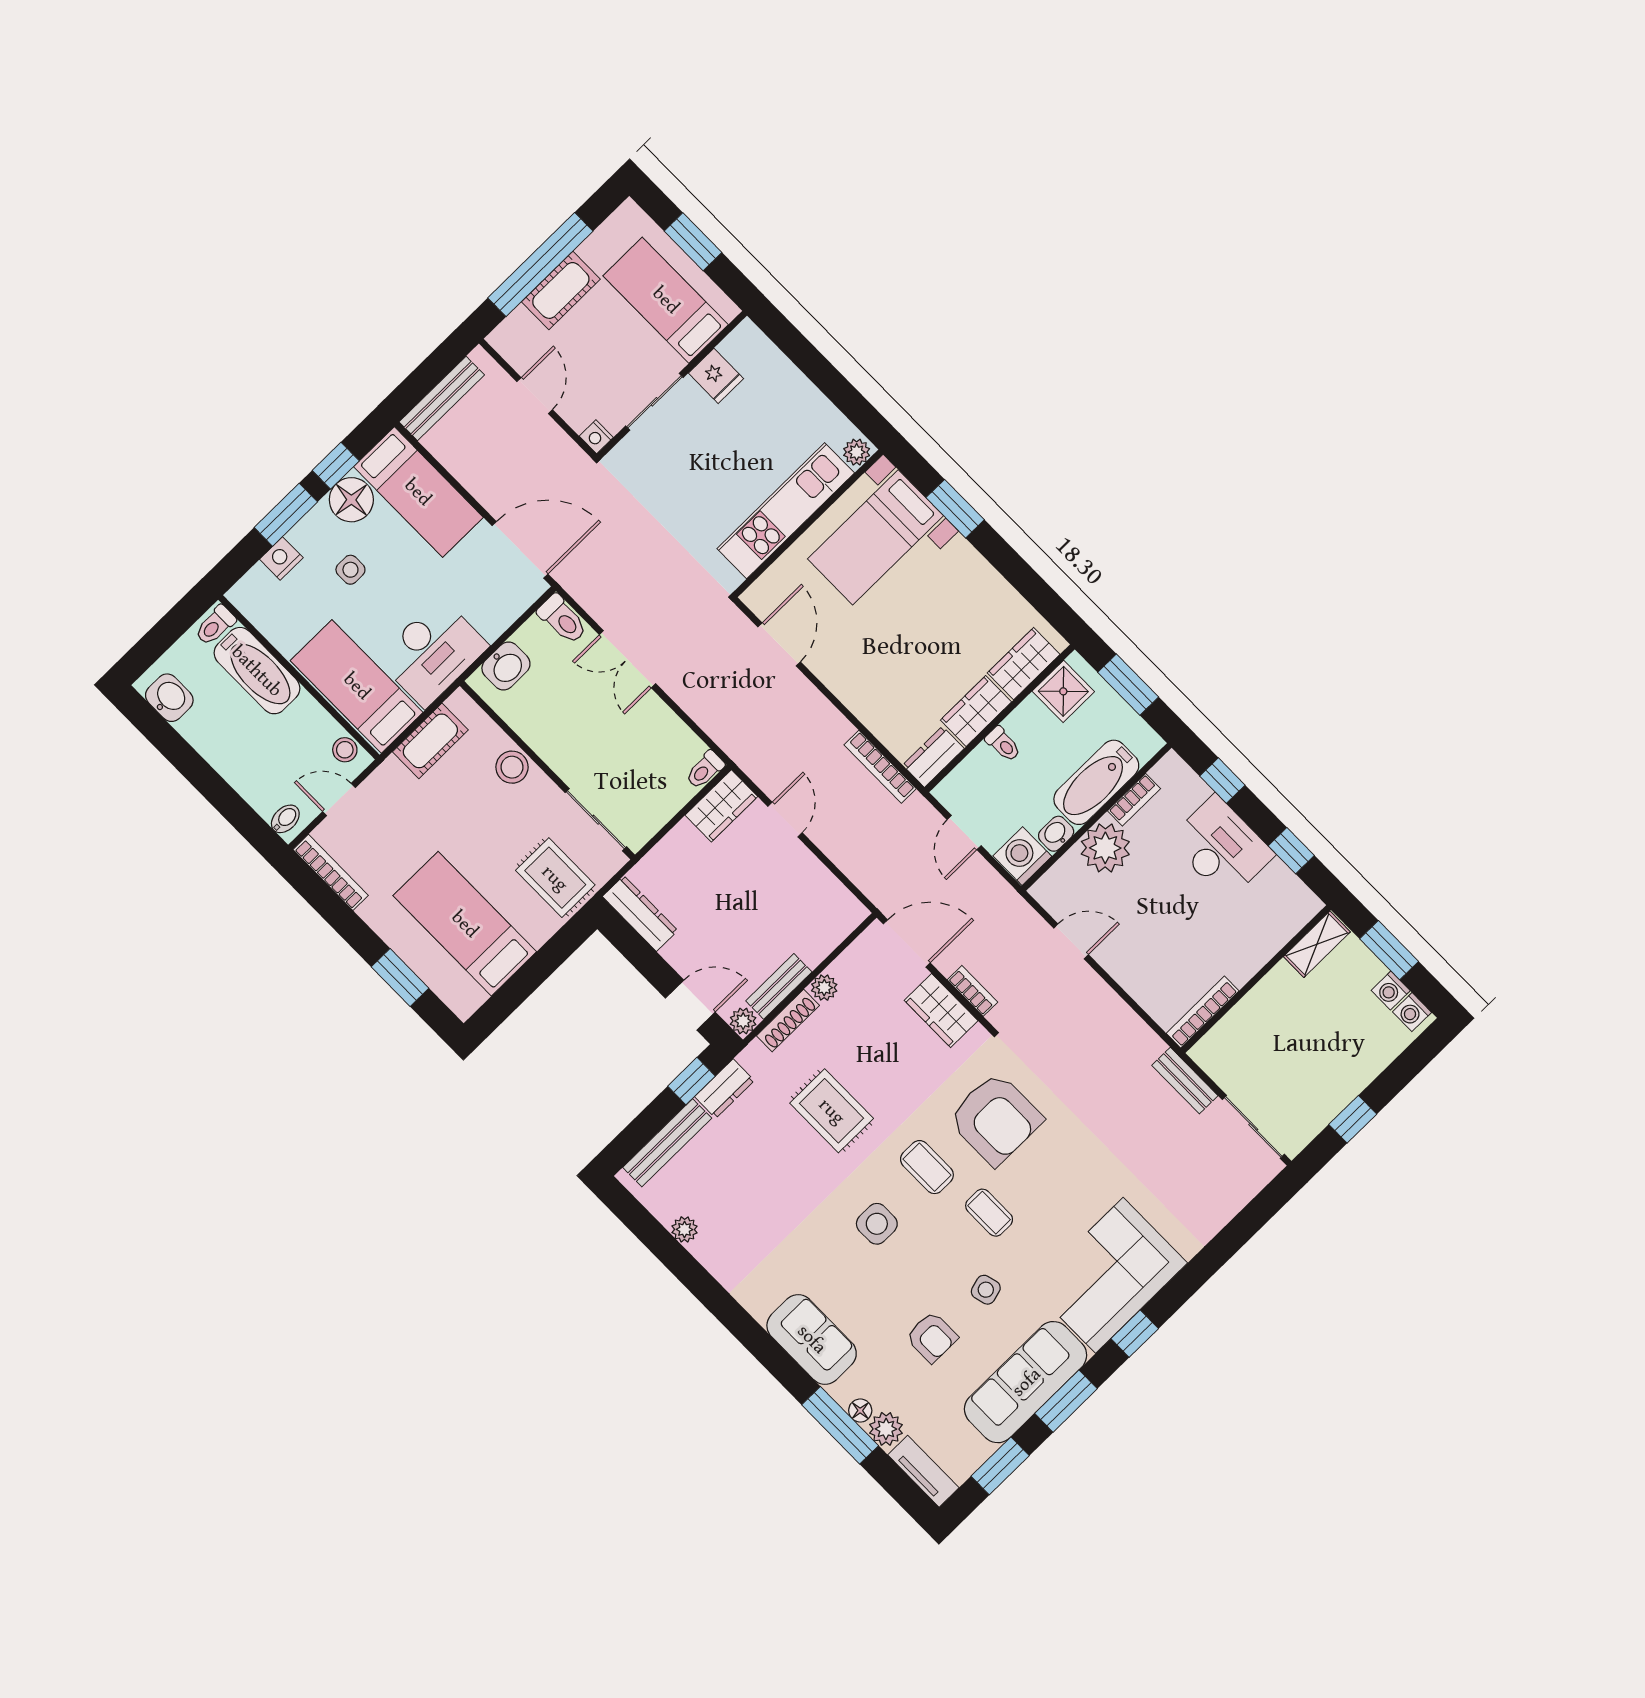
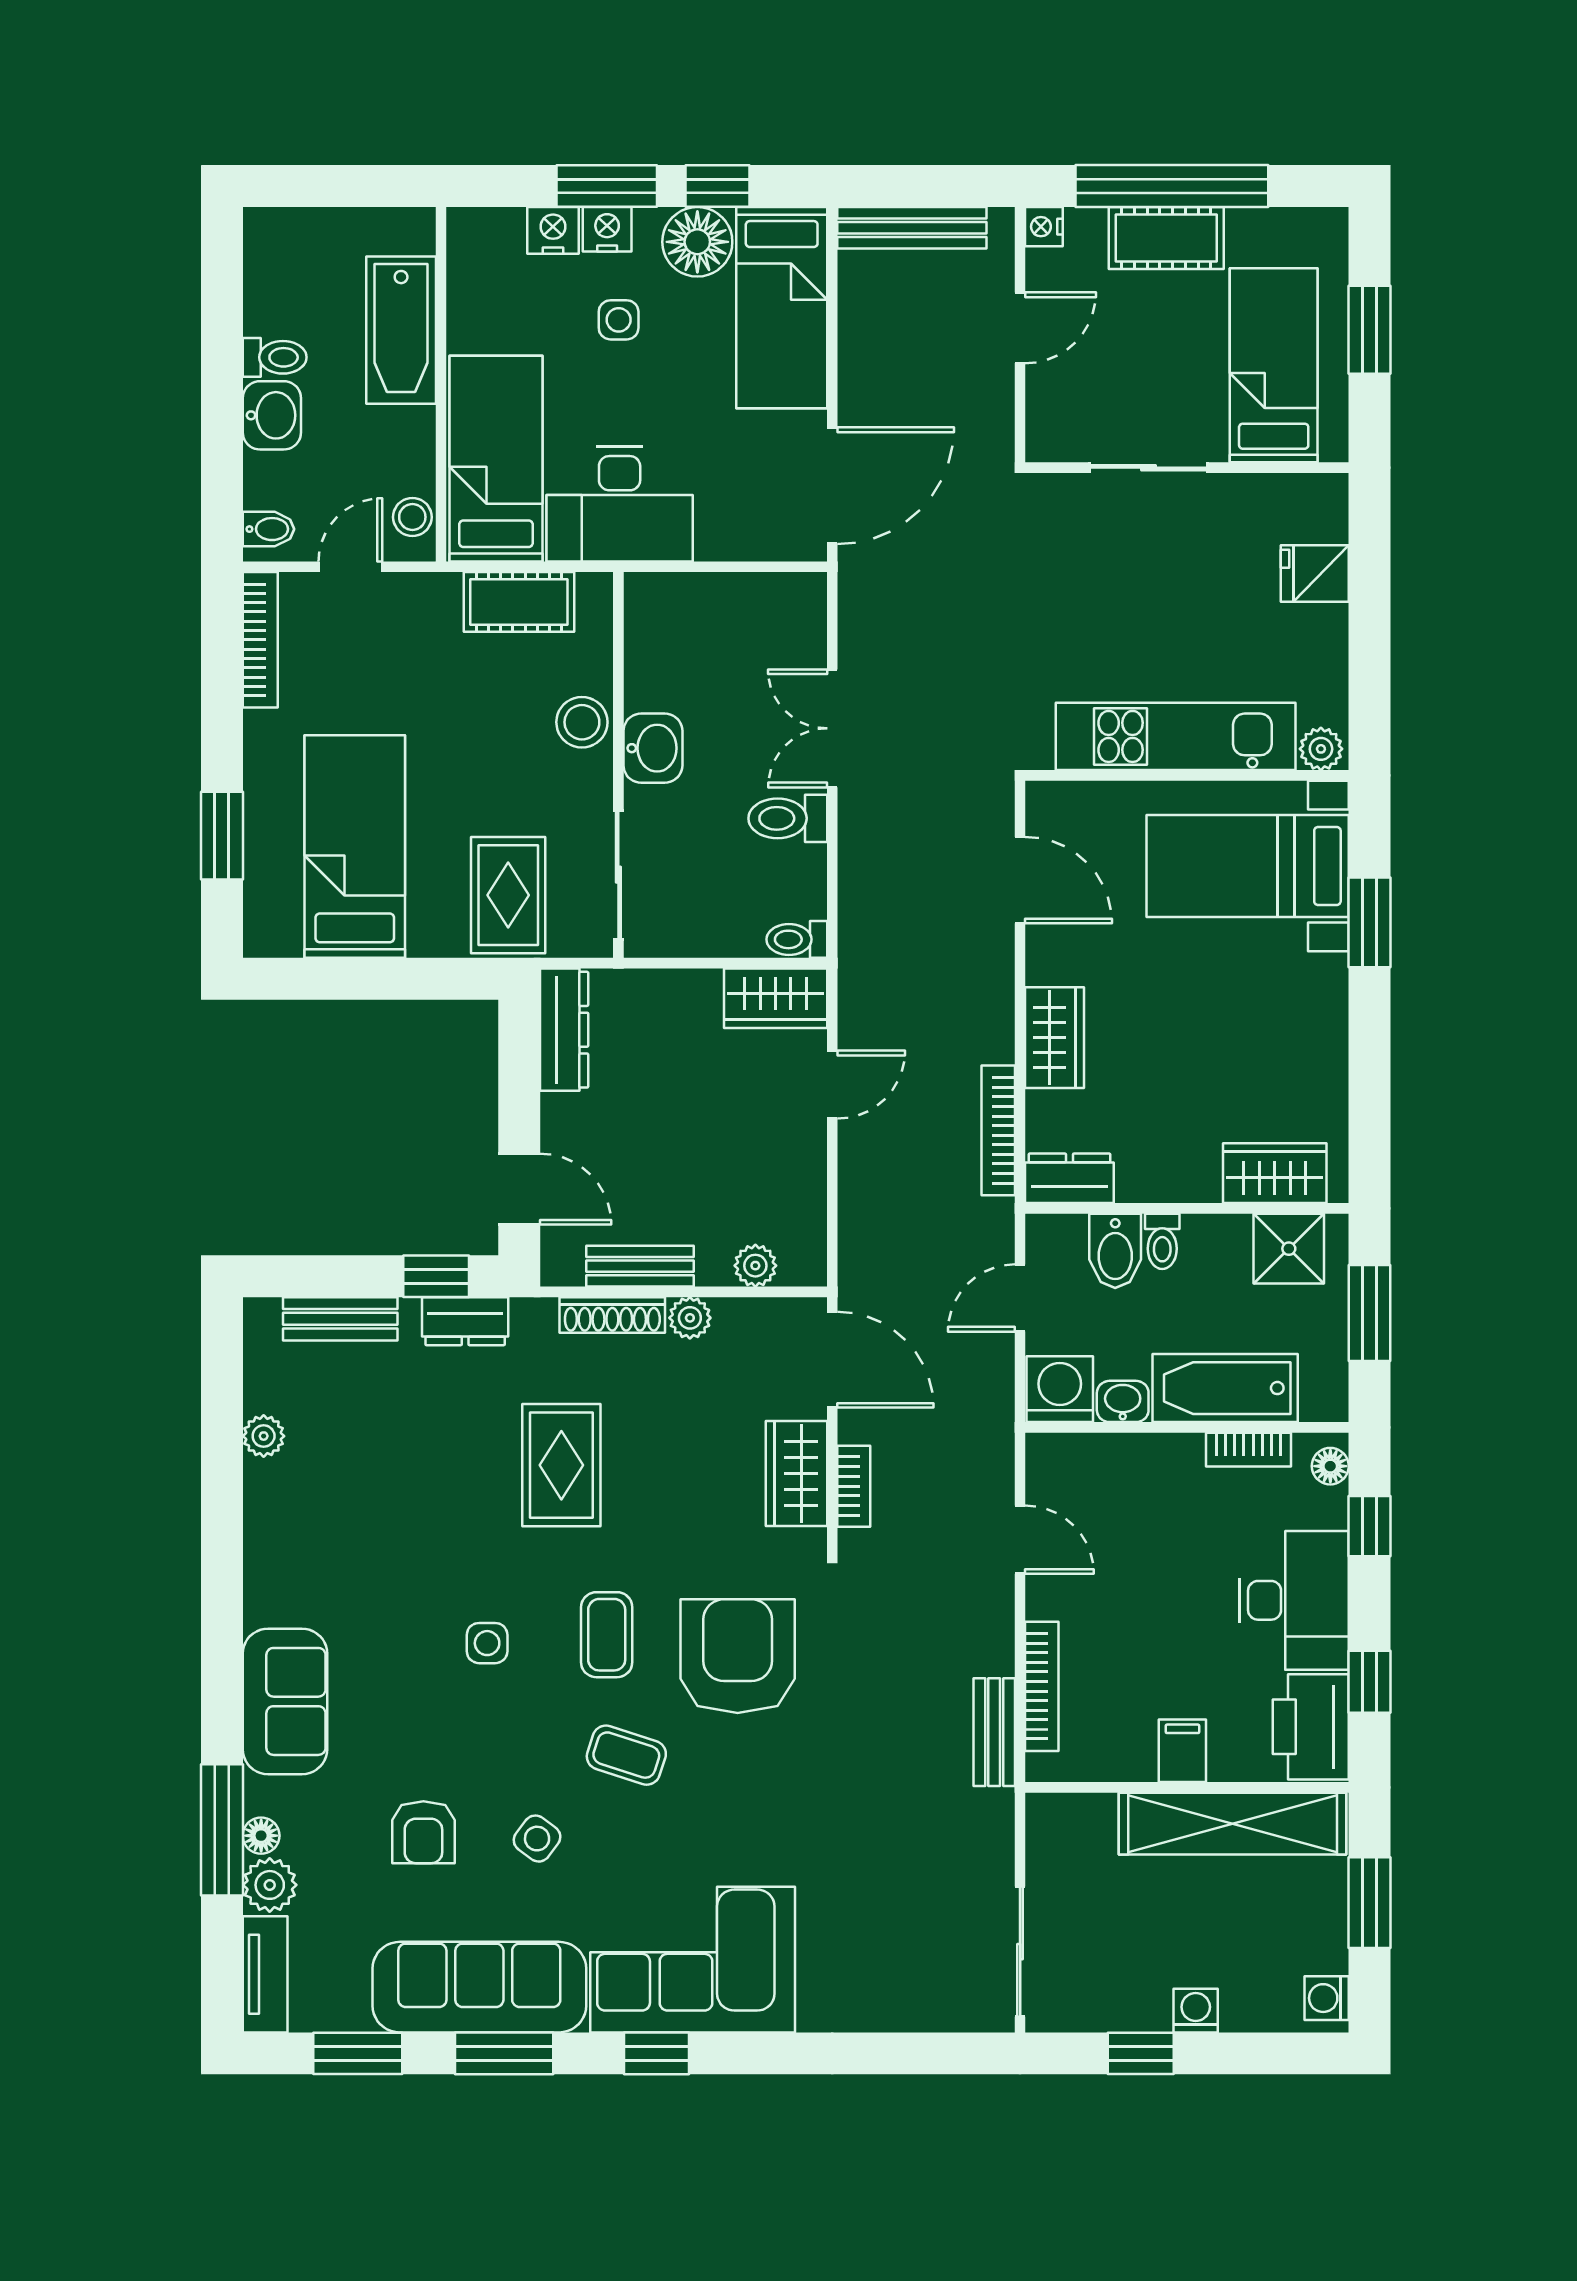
fridge: (716, 376) -> (1315, 573), moved, turned 90
nightstand: (596, 437) -> (1044, 227), moved
nightstand: (305, 534) -> (607, 229), added
door: (520, 550) -> (832, 486), hinge flipped
toilet: (563, 619) -> (788, 818), moved, turned 90
toilet: (215, 625) -> (275, 357), moved, turned 180
door: (779, 644) -> (1020, 880), hinge flipped
washbasin: (506, 666) -> (653, 748), moved, turned -90
washbasin: (169, 698) -> (272, 415), moved
wardrobe: (976, 711) -> (1055, 1038), moved, turned 90
bidet: (986, 769) -> (1115, 1251), added
floor lamp: (1178, 771) -> (1330, 1466), added
door: (339, 800) -> (350, 567), hinge flipped
plant: (1105, 848) -> (1162, 1472), removed
printer: (1285, 897) -> (1311, 1727), added
shelving: (1317, 944) -> (1233, 1824), width x2.20, depth x1.33
filing cabinet: (1238, 965) -> (1182, 1751), added
washing machine: (1391, 990) -> (1196, 2011), moved, turned 90
bookcase: (1203, 1012) -> (1042, 1686), moved, turned 90
plant: (743, 1021) -> (755, 1266), moved
bench: (1185, 1081) -> (994, 1732), moved
armchair: (995, 1119) -> (738, 1656), turned 180
bench: (667, 1143) -> (340, 1319), width x0.73
coffee table: (989, 1213) -> (626, 1755), turned -72
side table: (877, 1224) -> (487, 1643), width x0.73, depth x0.73
side table: (986, 1290) -> (537, 1839), turned -38

